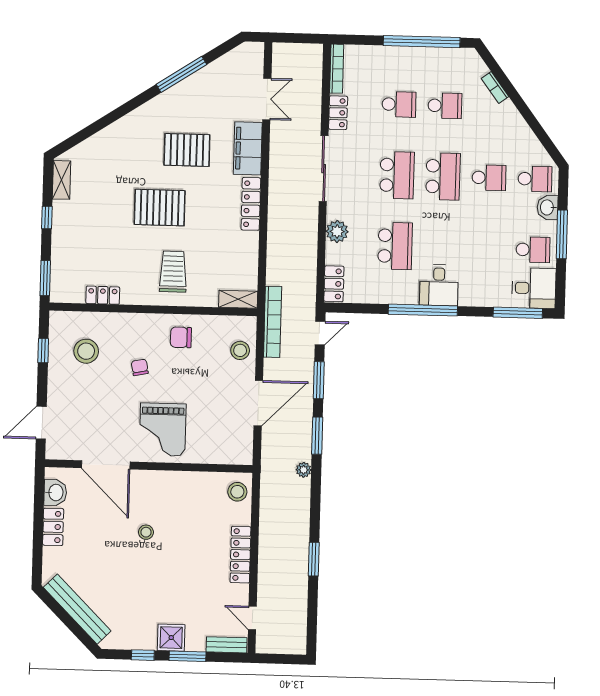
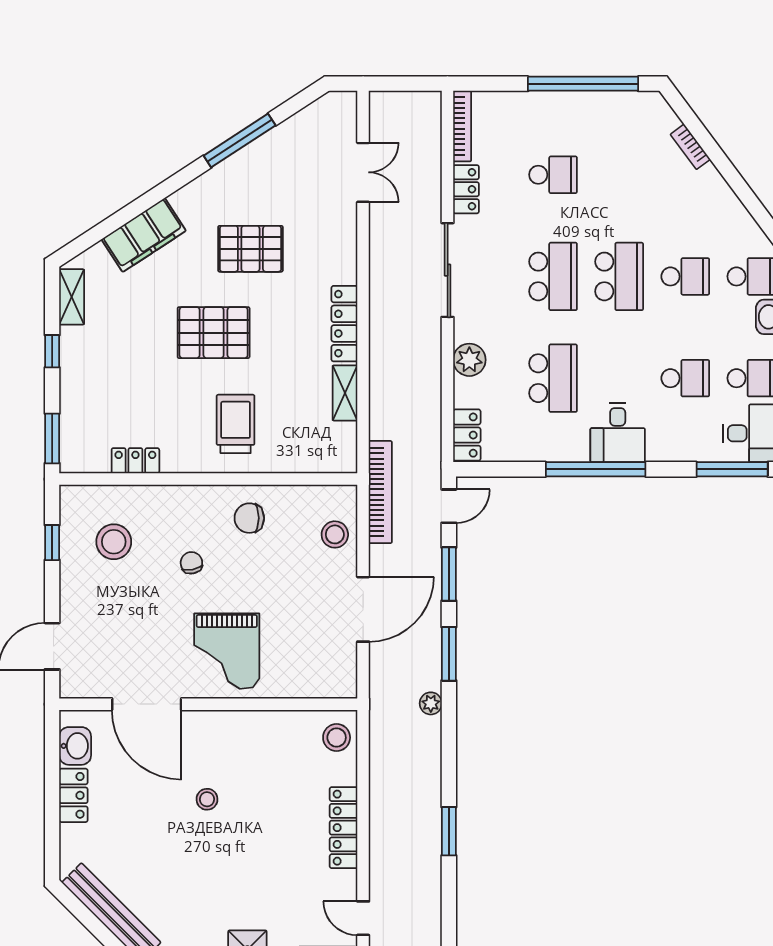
school desk: (445, 106) -> (685, 378), moved
filing cabinet: (248, 148) -> (144, 235), moved, turned -123
shelving: (238, 299) -> (345, 393), moved, turned 90

